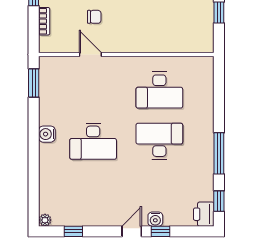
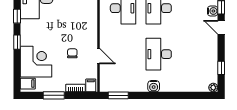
filing cabinet: (48, 43) -> (91, 85), added
door: (90, 54) -> (98, 56), swing flipped
desk: (93, 141) -> (159, 54), turned 180

